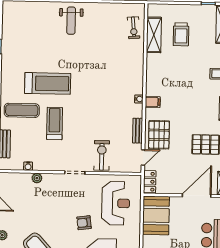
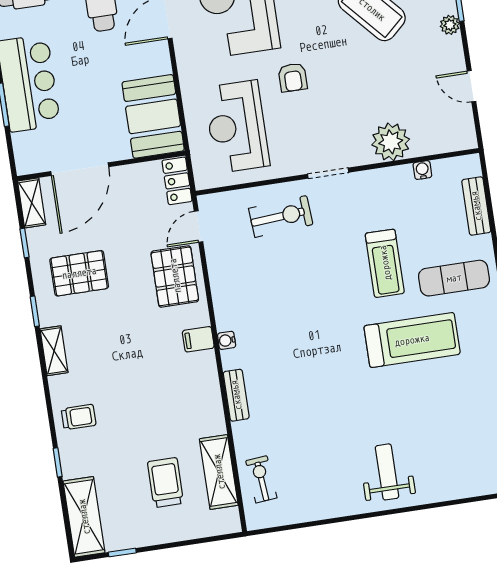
treadmill: (48, 83) -> (412, 340), turned 180
bench: (138, 131) -> (236, 395), moved
exercise bike: (102, 155) -> (281, 216), turned -94
plant: (37, 178) -> (391, 142), width x1.88, depth x1.88
armchair: (84, 223) -> (293, 77), turned 97

